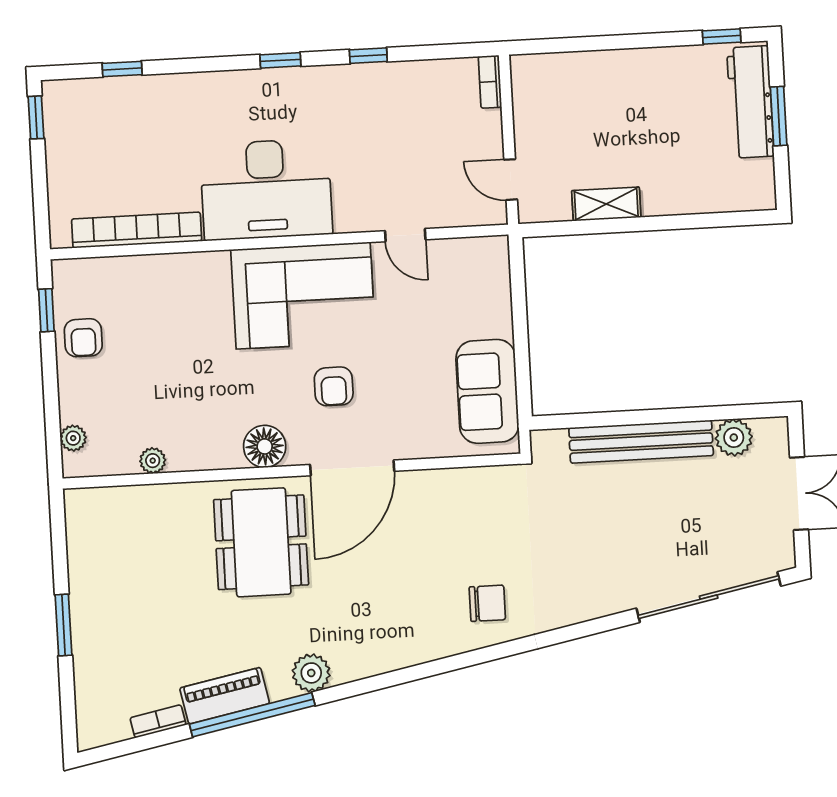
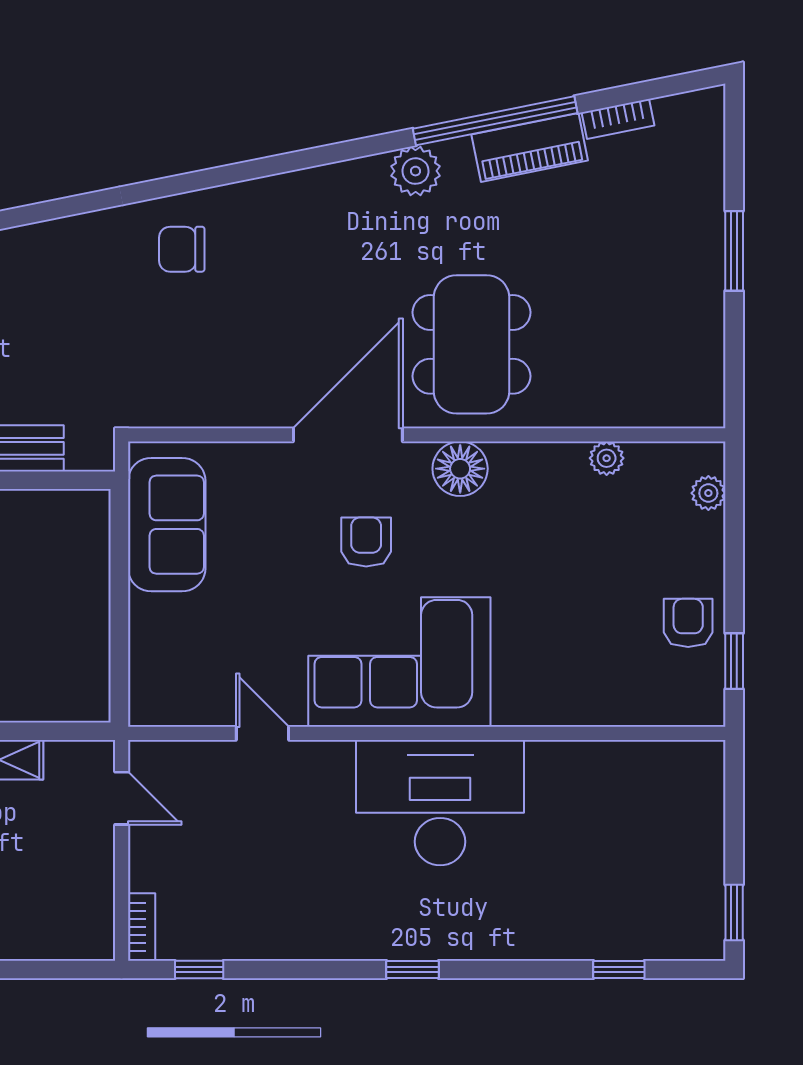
window: (368, 56) -> (199, 969), moved
bookcase: (137, 230) -> (611, 759), removed

